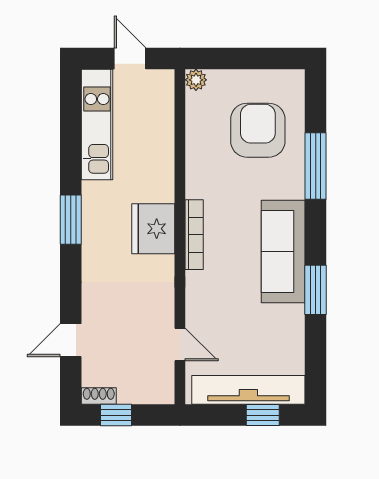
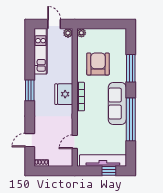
plant: (163, 80) -> (68, 33), added
armchair: (258, 130) -> (98, 64), moved
window: (316, 290) -> (131, 119), width x2.11
door: (180, 345) -> (75, 142), swing flipped
window: (116, 415) -> (48, 171), removed

